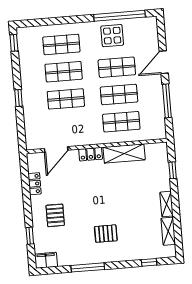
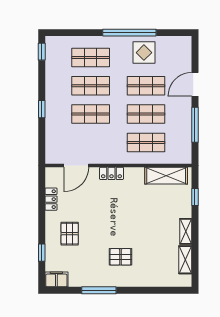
window: (119, 16) -> (129, 33), moved
shelving: (124, 154) -> (166, 176), moved
window: (149, 262) -> (163, 290), removed

